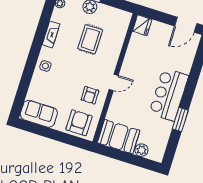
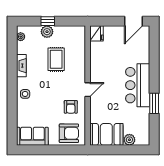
armchair: (79, 123) -> (69, 133), turned 90

